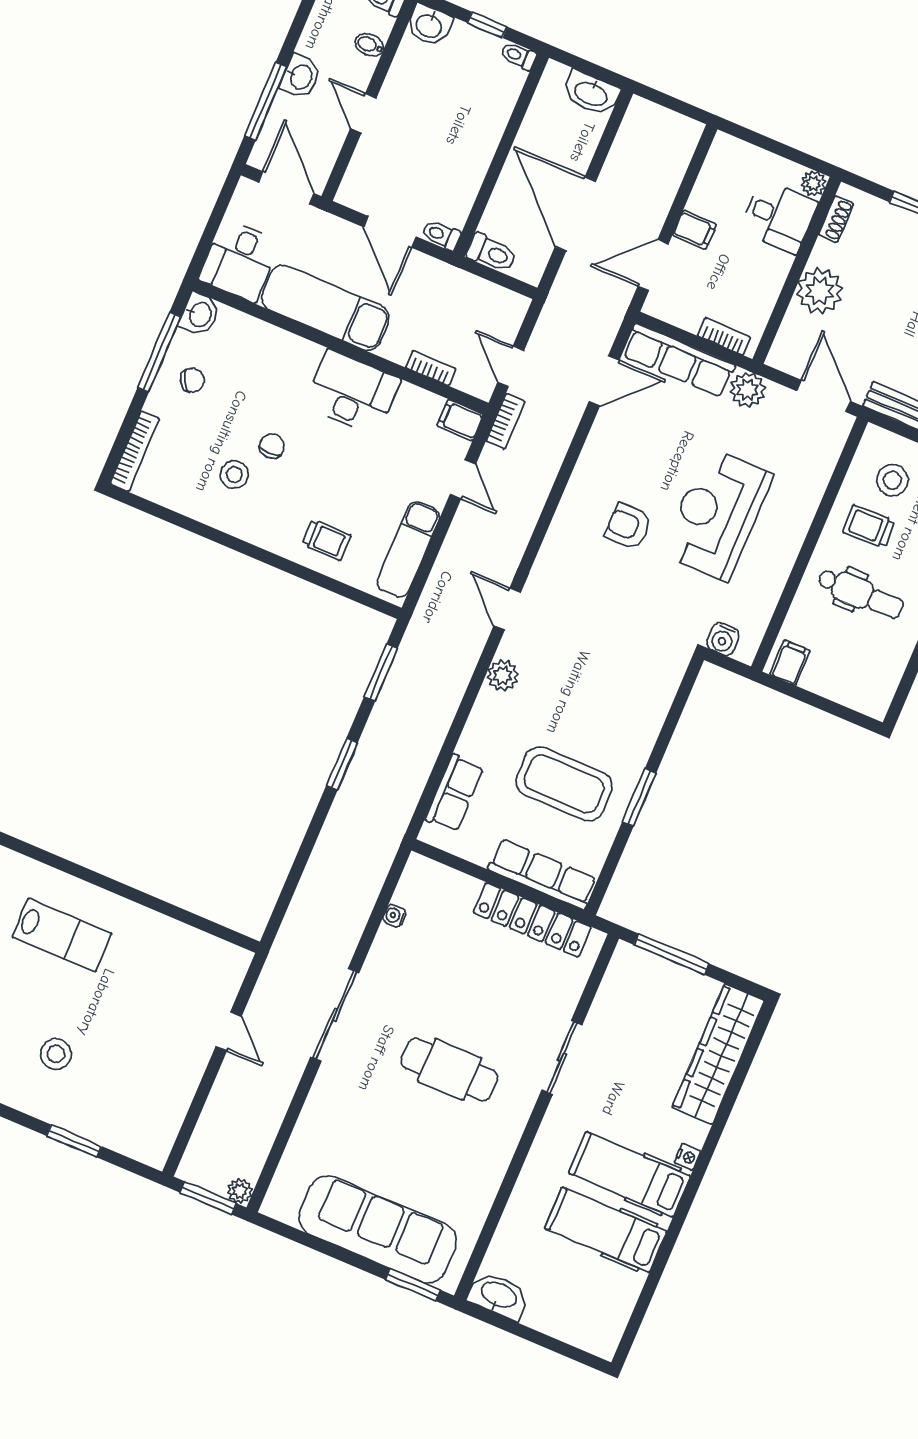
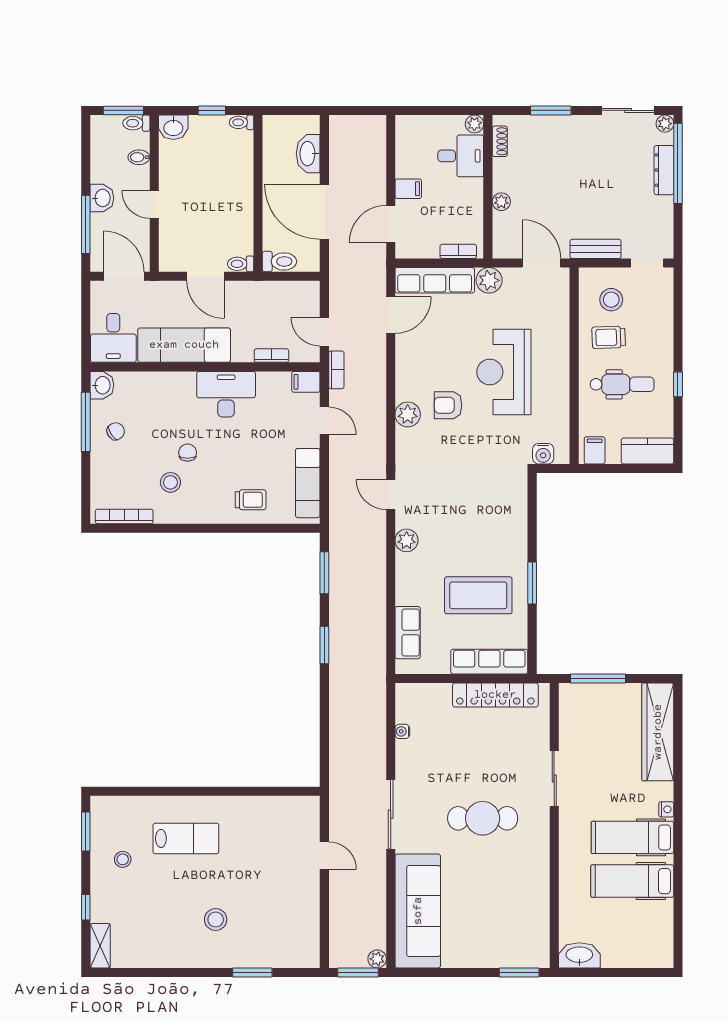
washbasin: (591, 93) -> (308, 154), moved, turned 90
plant: (820, 291) -> (501, 202), width x0.53, depth x0.53
bookcase: (135, 451) -> (124, 516), moved, turned -90
plant: (572, 516) -> (408, 414), added
kitchen counter: (857, 692) -> (647, 451), added
sofa: (378, 1229) -> (418, 911), moved, turned 90

